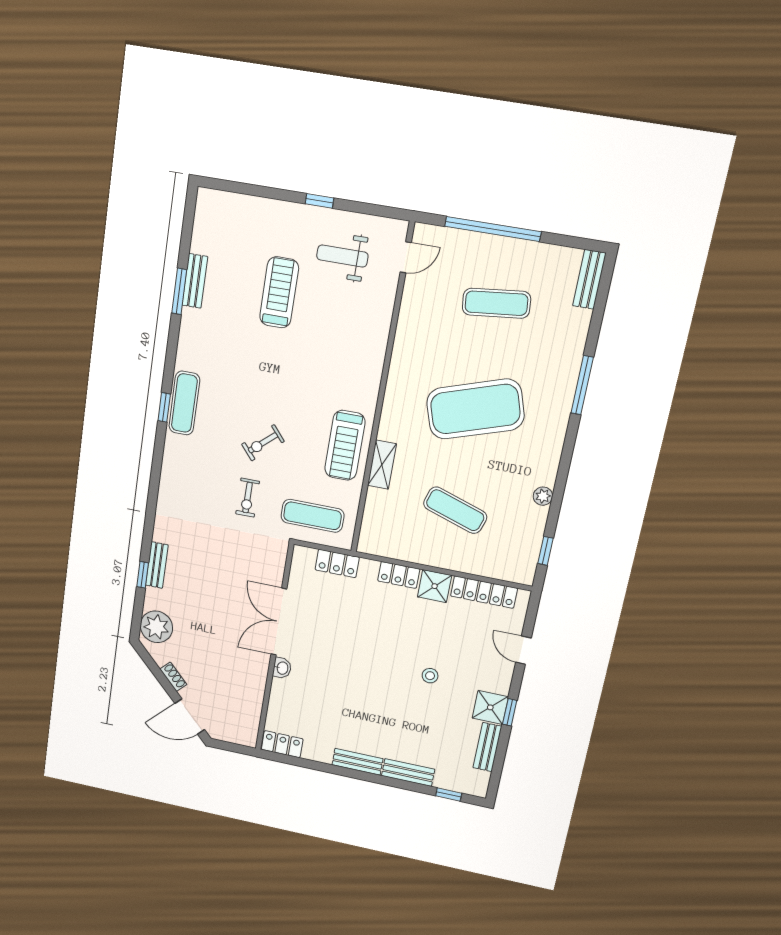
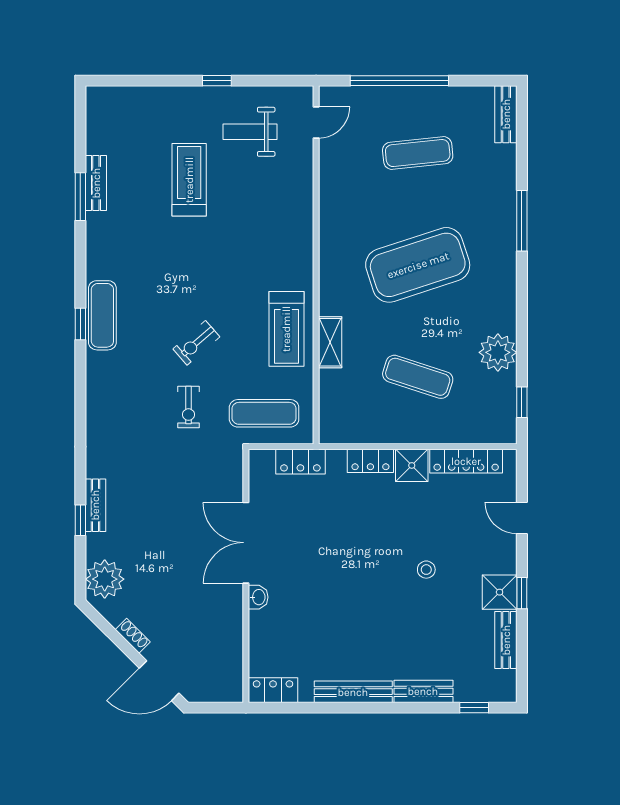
plant: (543, 496) -> (498, 352), width x1.88, depth x1.88
bench: (358, 762) -> (353, 692), width x1.36

